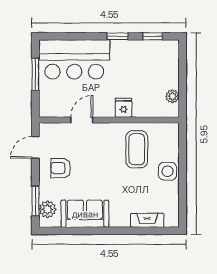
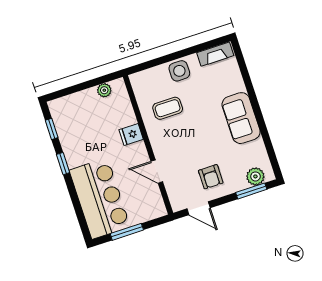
coffee table: (137, 149) -> (168, 108), width x0.73, depth x0.77
sofa: (85, 214) -> (241, 118), moved
fireplace: (147, 220) -> (215, 54), moved, turned -90

